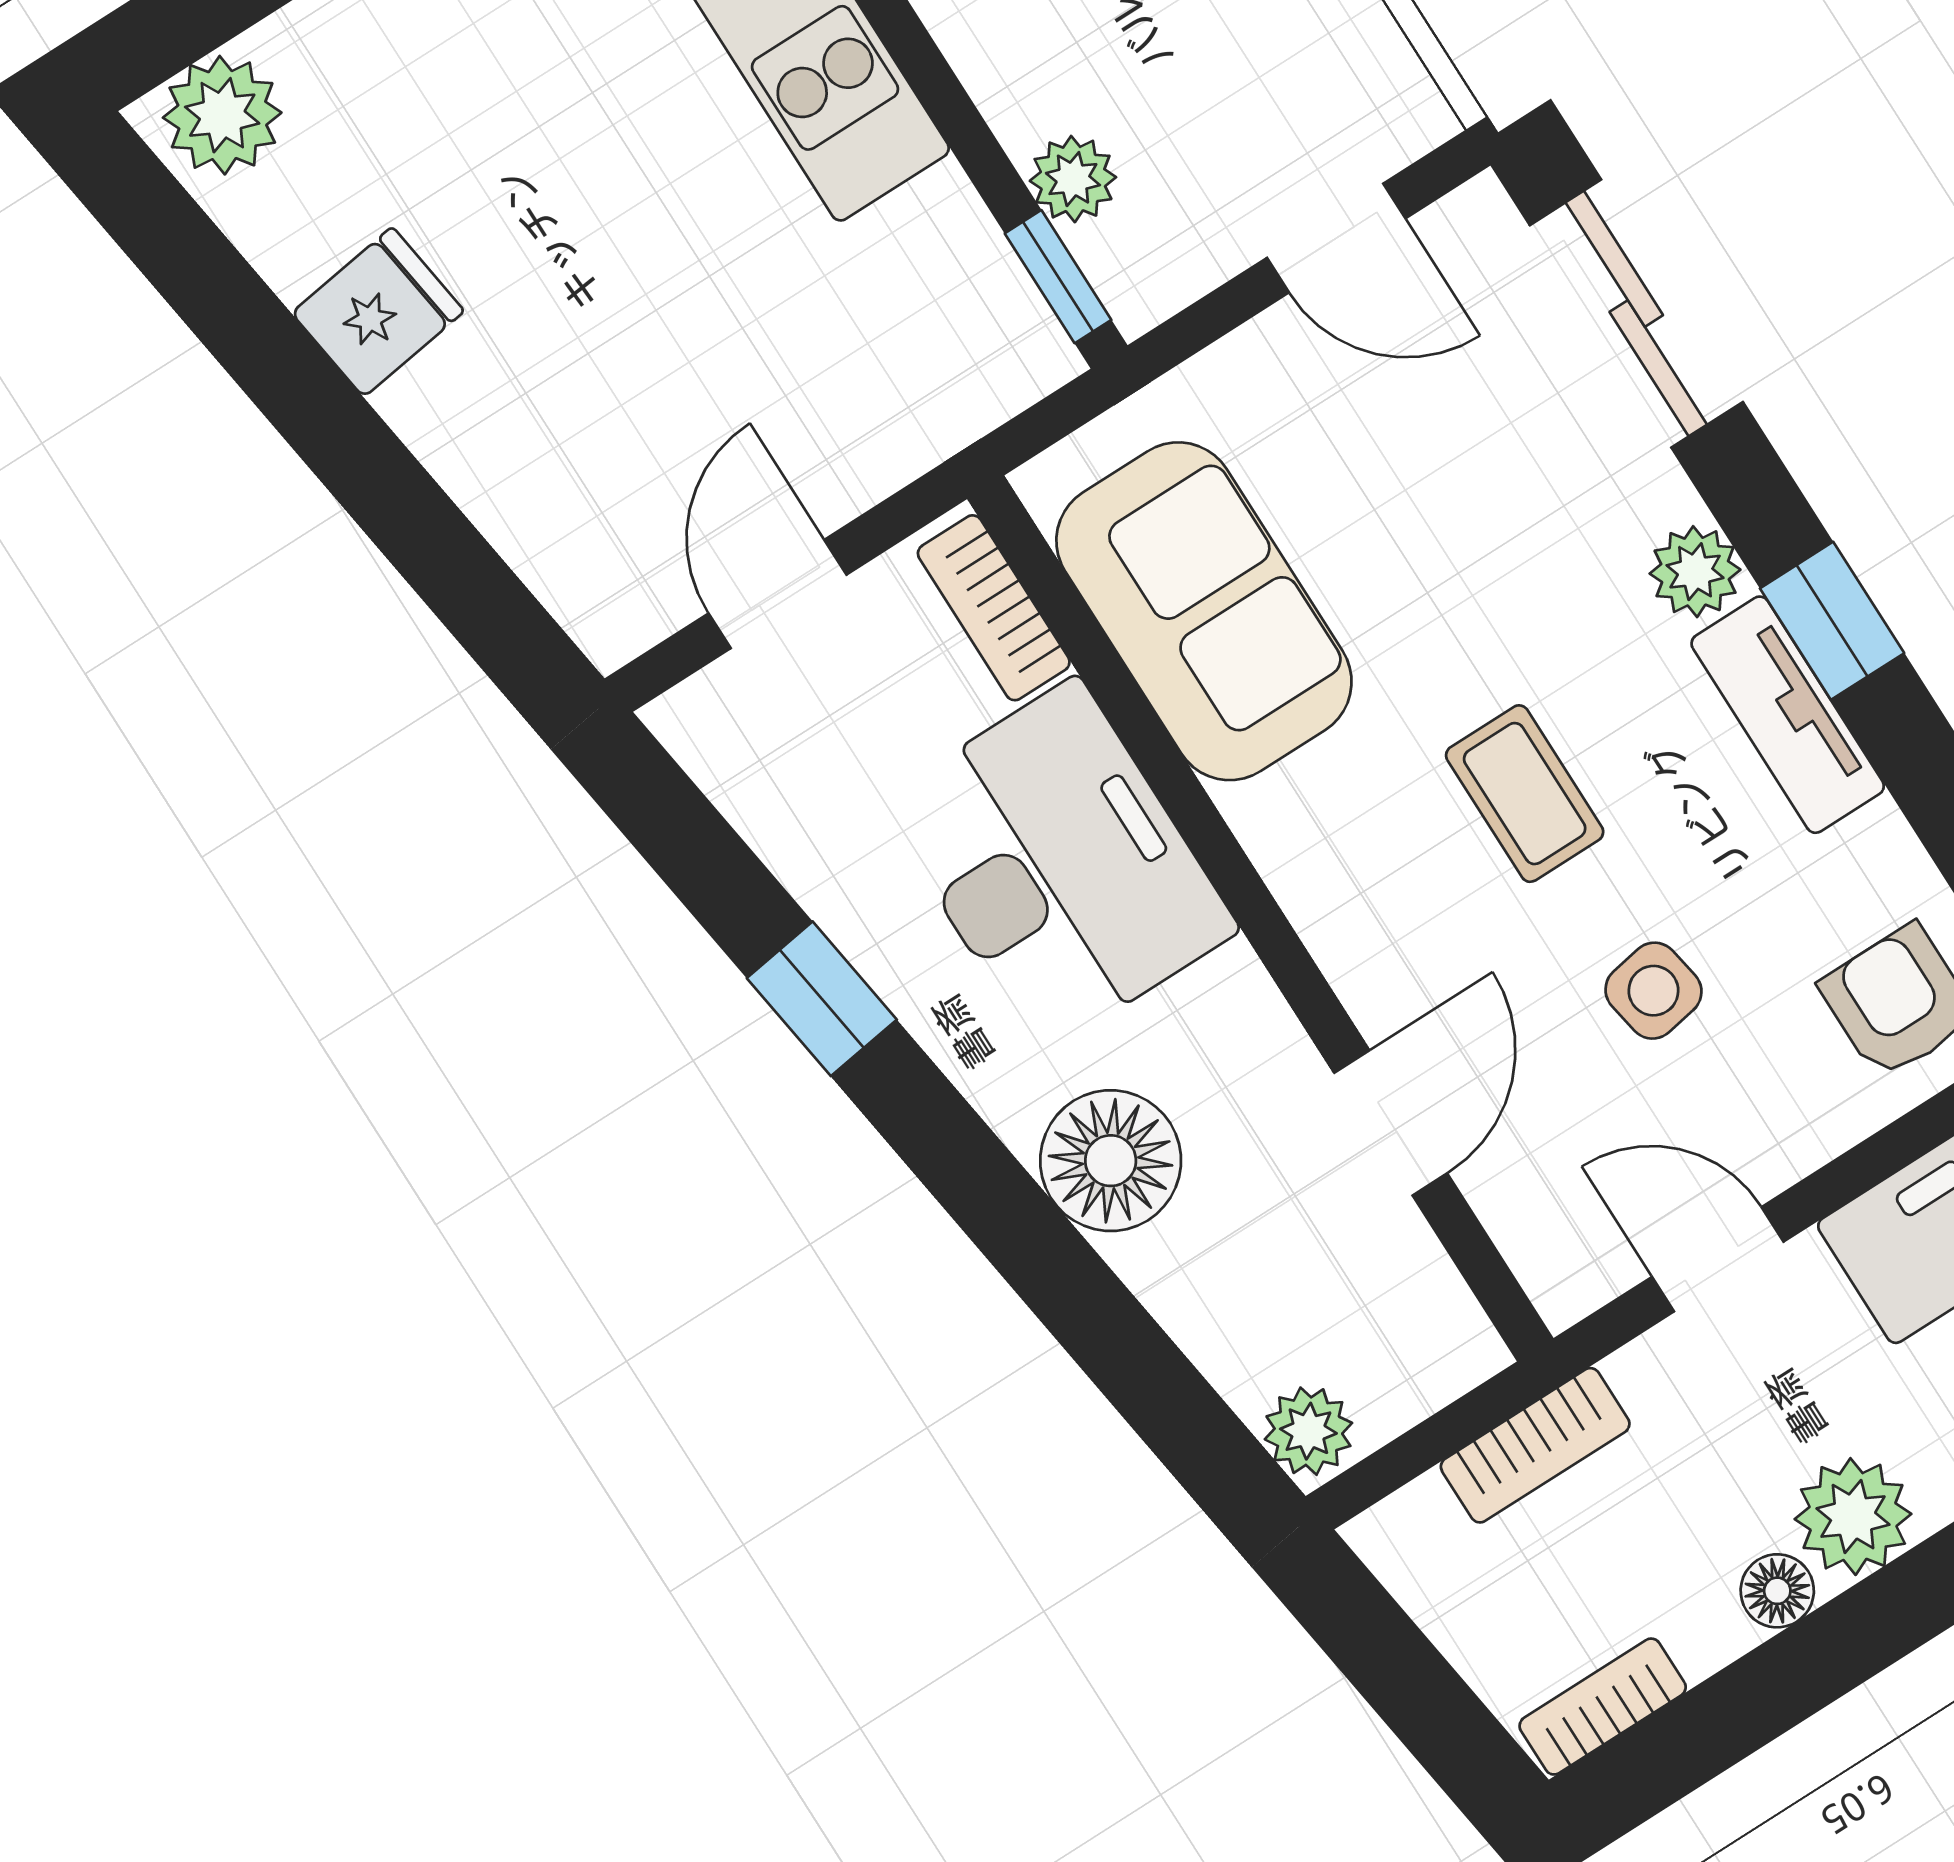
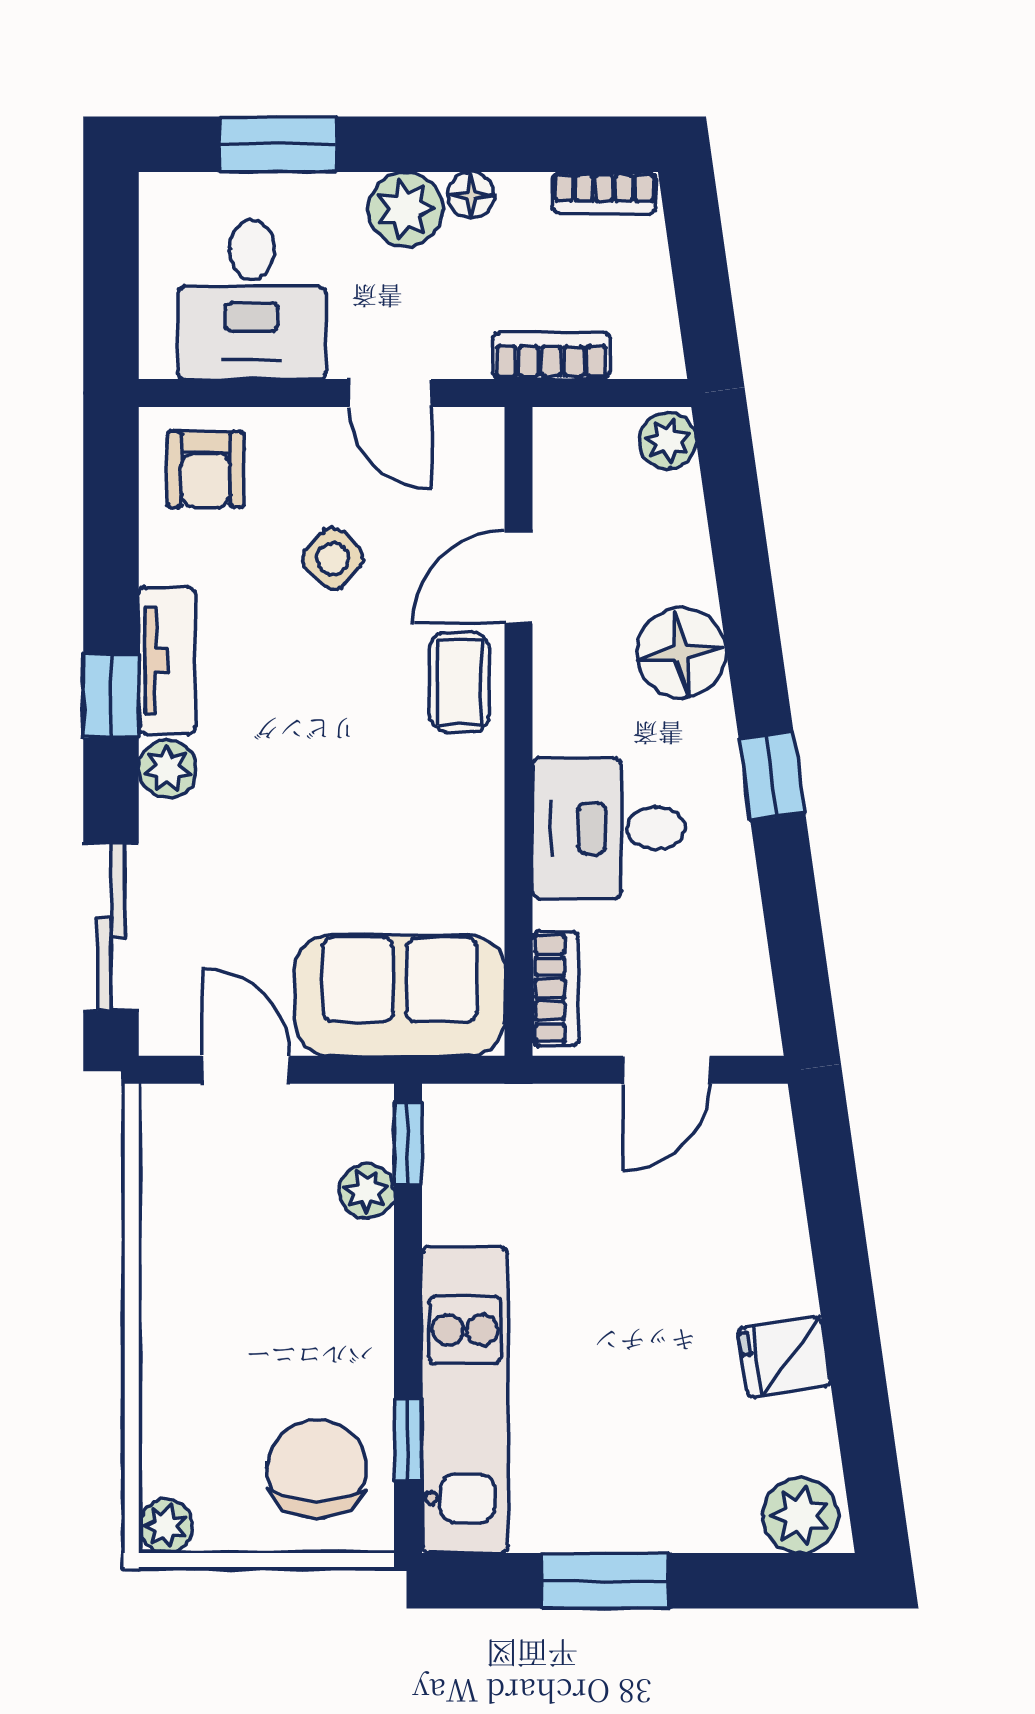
sofa: (1204, 611) -> (400, 995), moved, turned 90
coffee table: (1525, 794) -> (460, 682), moved
desk: (1059, 866) -> (609, 828), width x0.73
side table: (1653, 991) -> (333, 559), turned -37
window: (822, 999) -> (772, 776), moved

